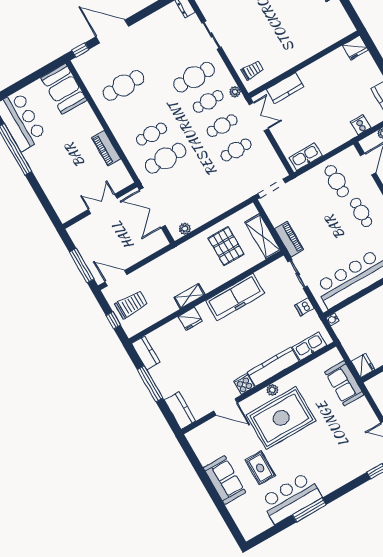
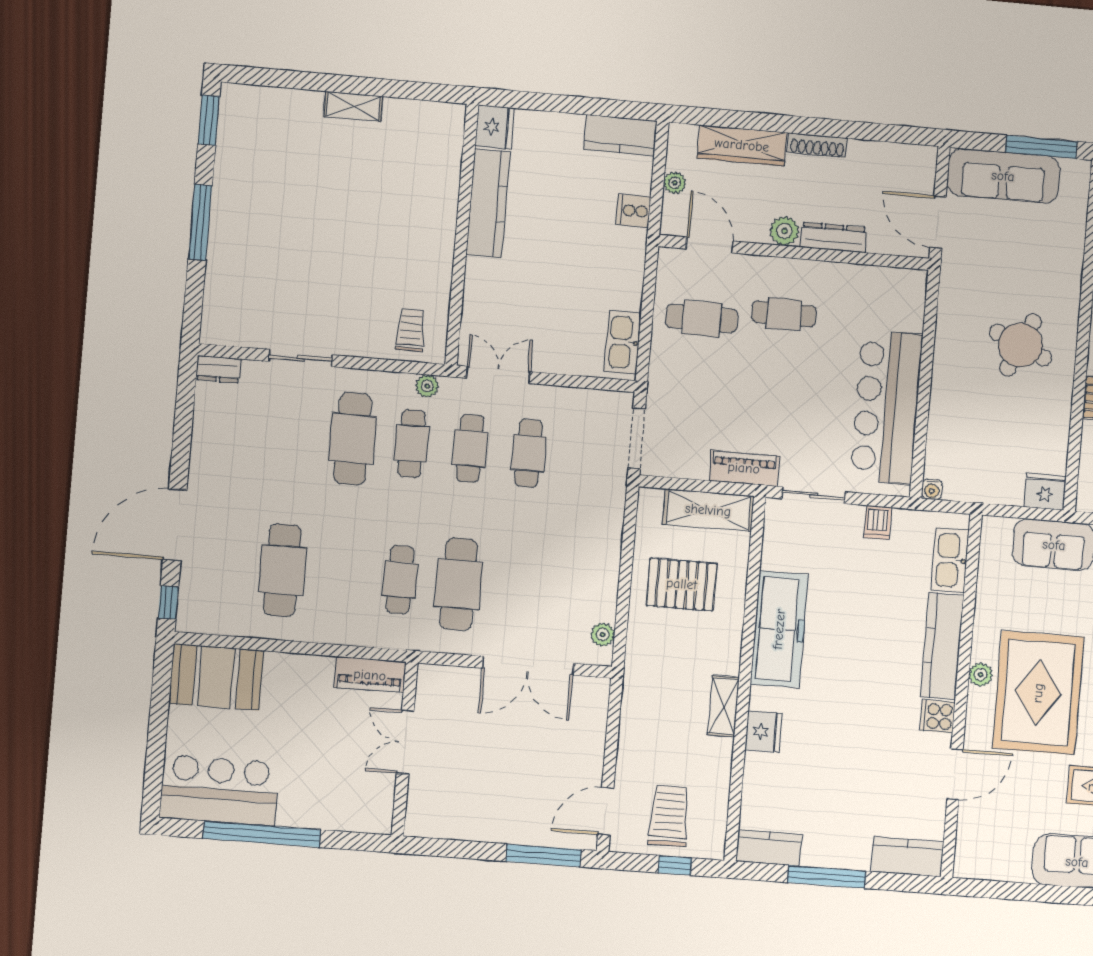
kitchen counter: (285, 88) -> (488, 203), moved, width x1.50
double door: (103, 204) -> (405, 742), moved
wall: (100, 206) -> (405, 749), moved

